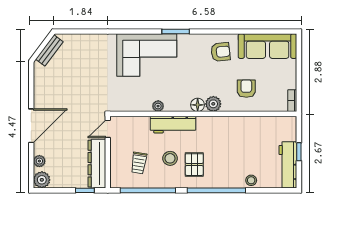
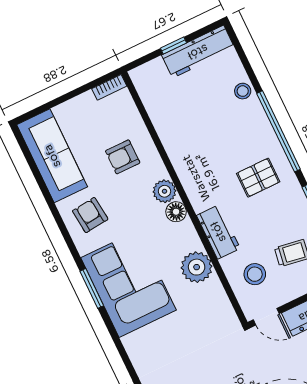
corner sofa: (147, 55) -> (128, 284), moved
plant: (158, 106) -> (197, 267), width x1.87, depth x1.87
workbench: (173, 125) -> (218, 232), width x0.73
stool: (170, 158) -> (255, 274), moved

